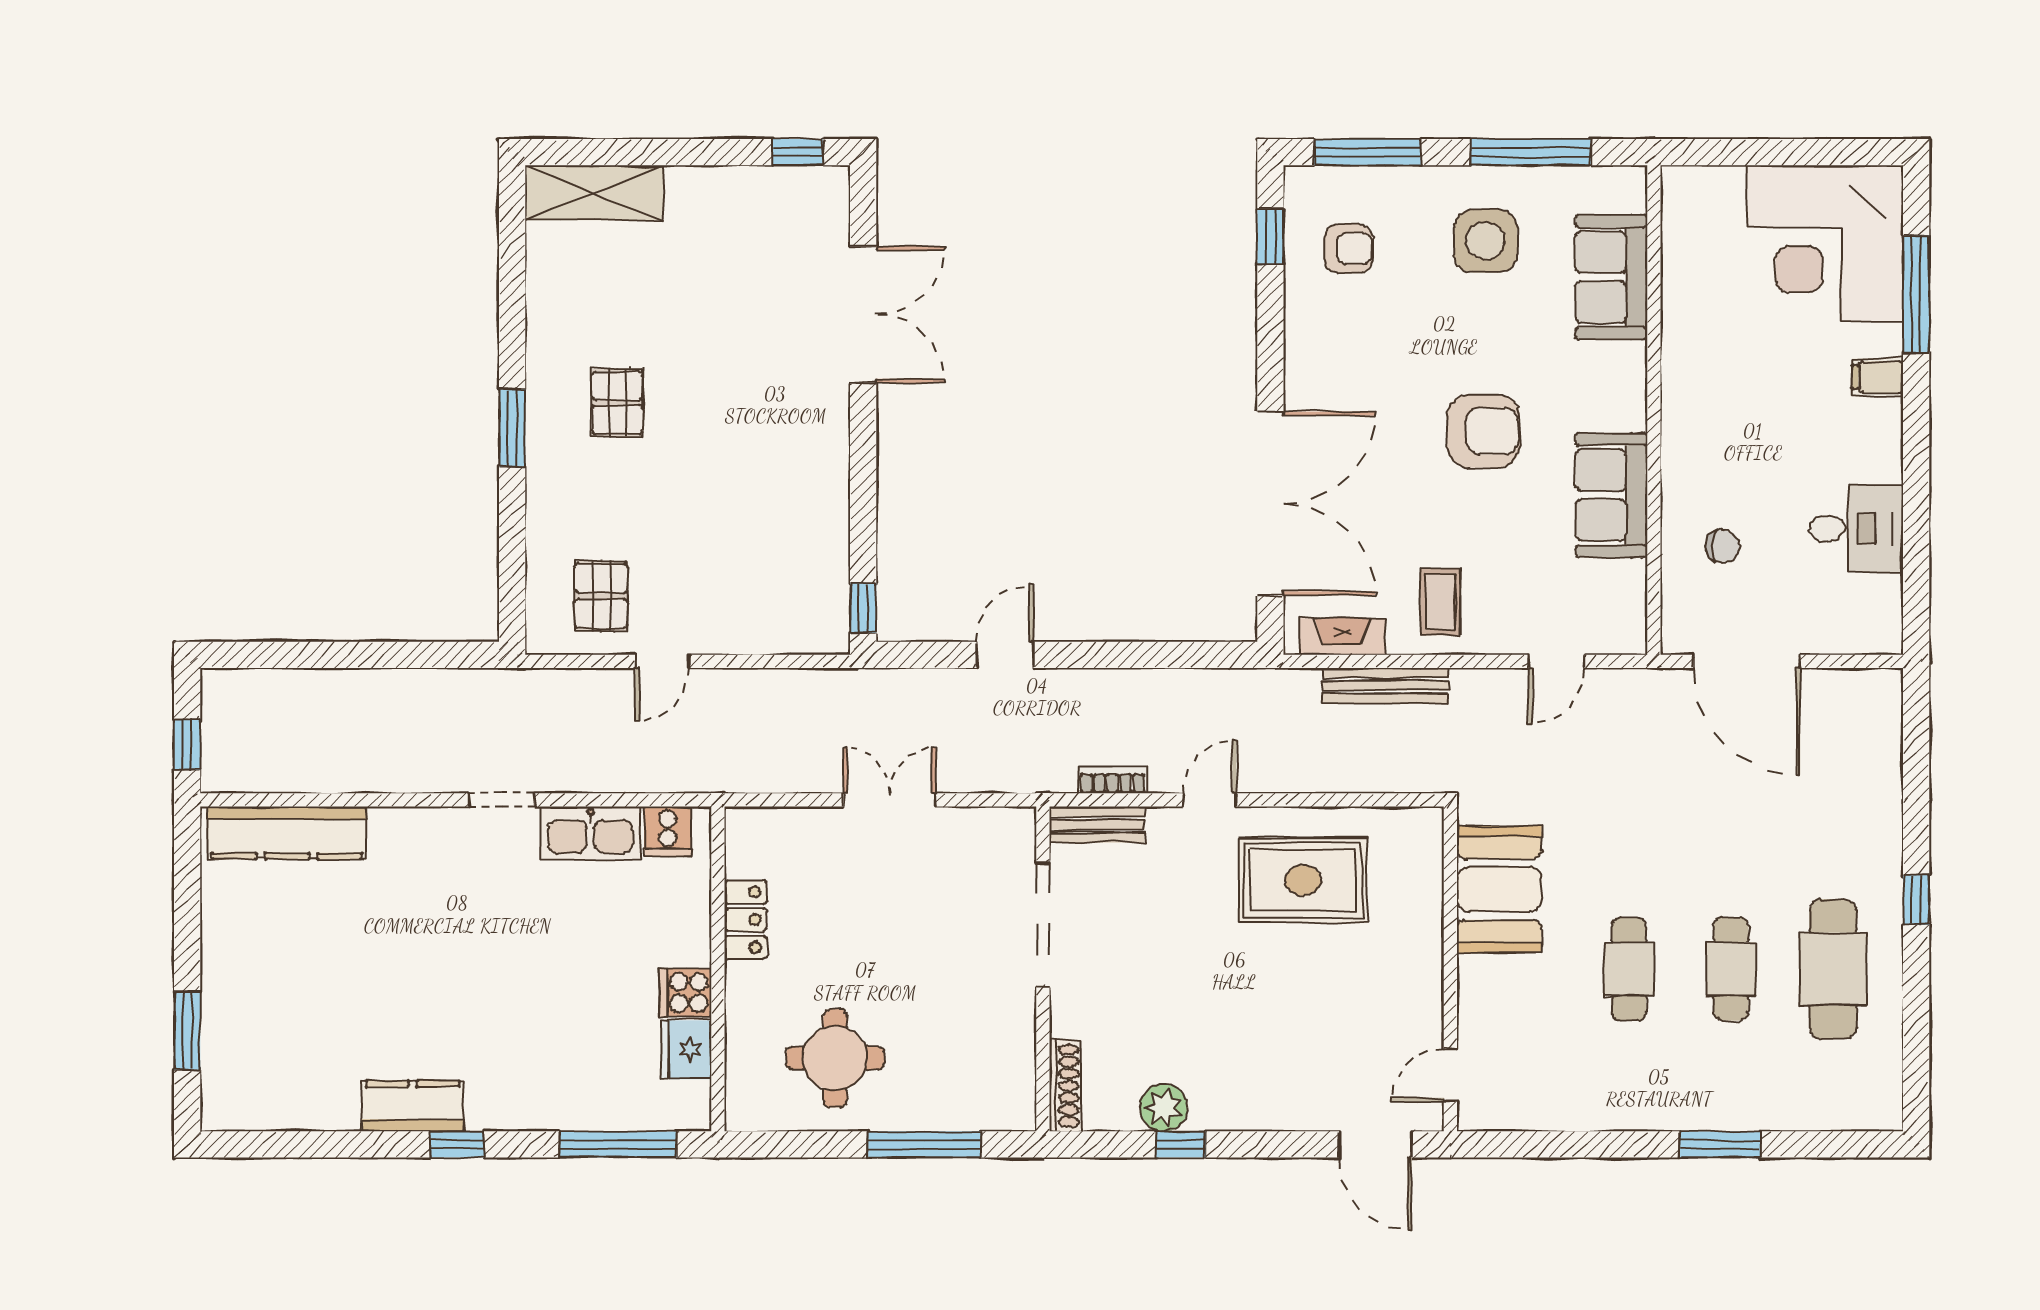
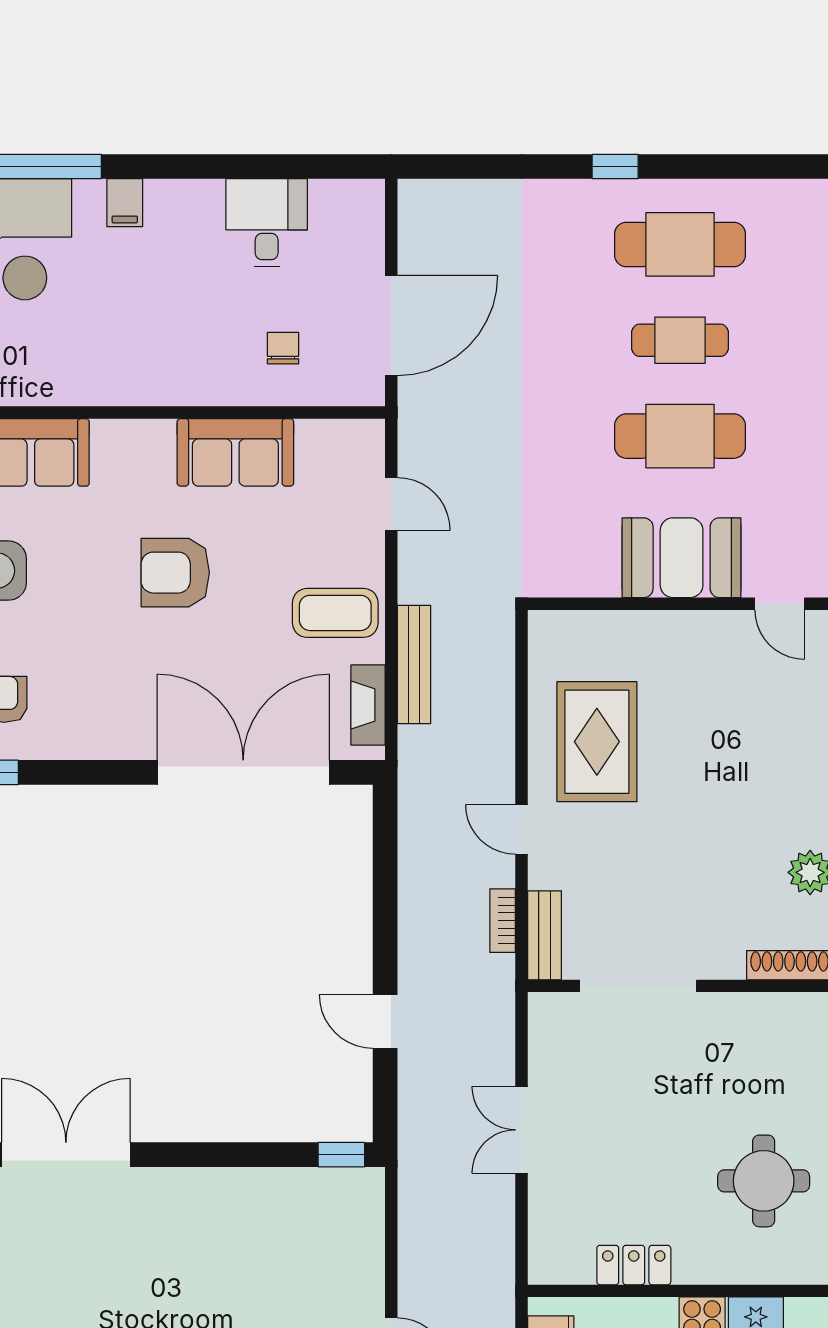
armchair: (1483, 431) -> (175, 573), turned -90
coffee table: (1440, 602) -> (335, 613), width x1.36, depth x1.30
booth: (1499, 889) -> (682, 558), moved
cafe table: (1629, 969) -> (680, 436), width x1.37, depth x1.35

